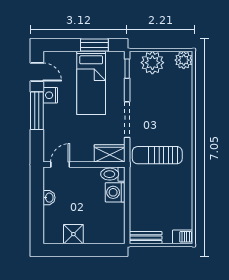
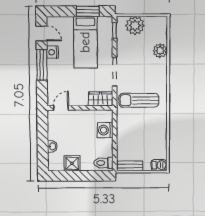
plant: (184, 60) -> (160, 51), moved
toilet: (113, 174) -> (103, 163), moved
washbasin: (49, 198) -> (52, 146), moved

